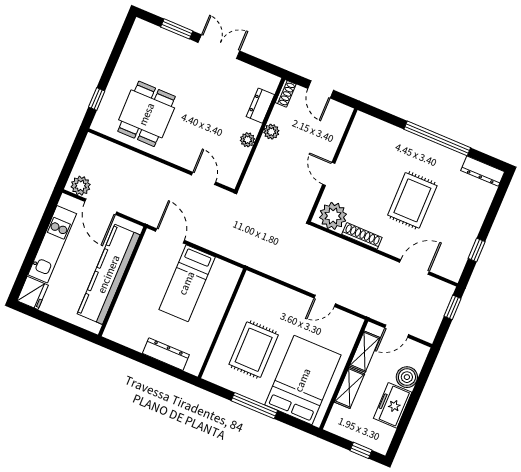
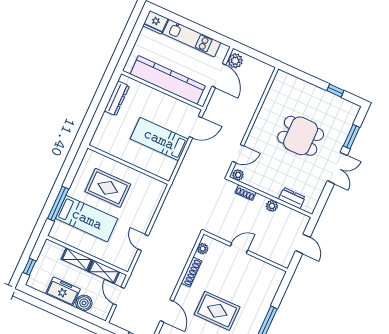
door: (321, 89) -> (303, 244), swing flipped
shoe rack: (286, 93) -> (246, 193), moved
window: (97, 99) -> (335, 91), moved
dining table: (147, 114) -> (301, 136), moved
plant: (248, 140) -> (238, 175), moved
door: (101, 207) -> (219, 75), swing flipped
plant: (333, 216) -> (203, 249), width x0.53, depth x0.53
dresser: (166, 354) -> (117, 98), moved
bed: (303, 380) -> (87, 219), width x0.67
window: (254, 406) -> (58, 204), moved

